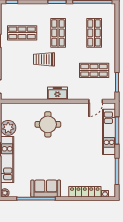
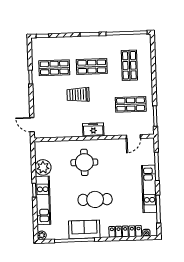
shop shelf: (58, 33) -> (92, 67), turned 90
kitchen unit: (109, 132) -> (149, 189), moved
cafe table: (57, 160) -> (95, 199), added

